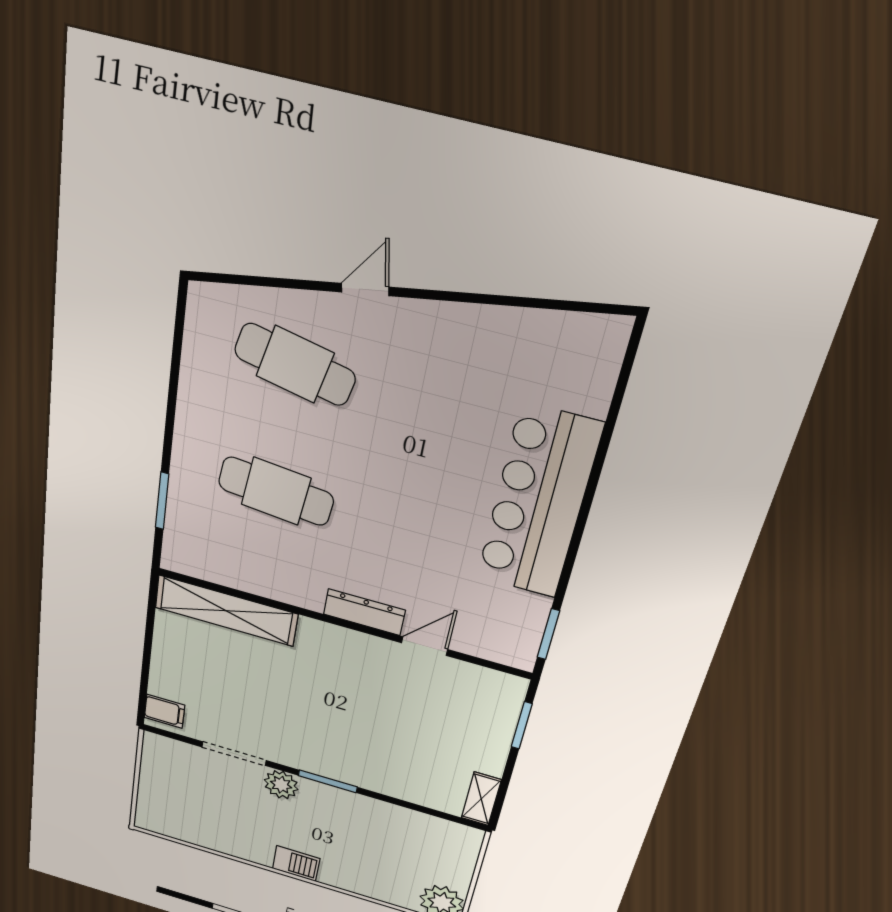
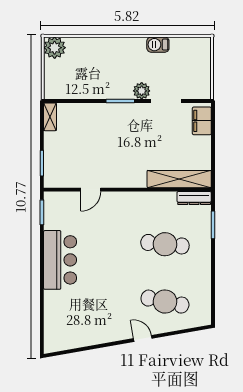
door: (365, 290) -> (143, 338), swing flipped
bar counter: (538, 502) -> (60, 260), width x0.73
dresser: (364, 612) -> (194, 198), moved
filing cabinet: (165, 711) -> (202, 121), width x2.00
barbecue: (296, 864) -> (158, 45), moved

